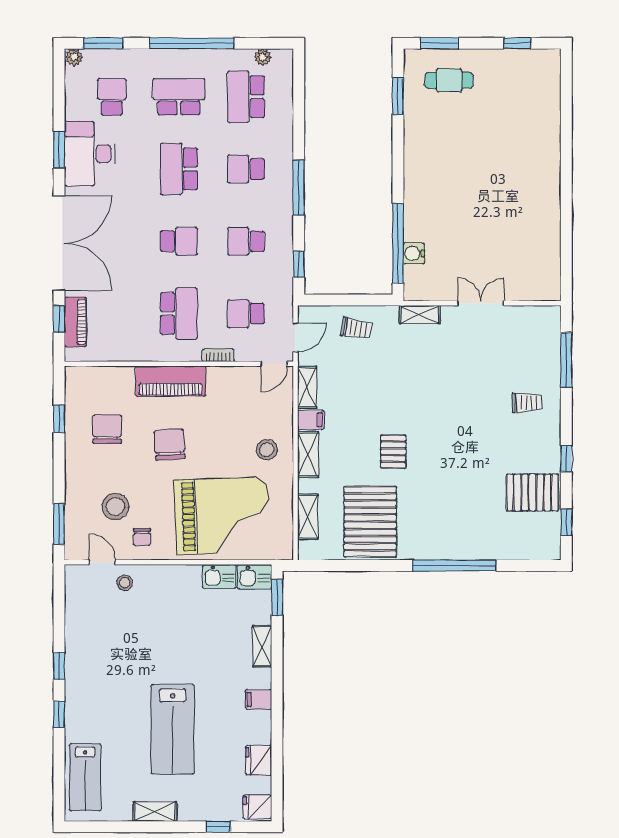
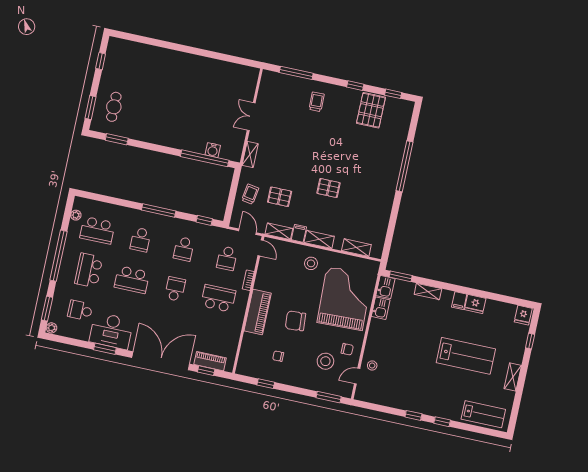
chair: (107, 429) -> (278, 356), width x0.54, depth x0.54
pallet: (370, 522) -> (280, 197), moved, width x0.49, depth x0.50
fridge: (259, 760) -> (475, 304), moved

